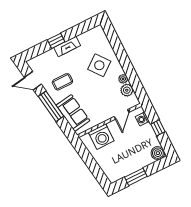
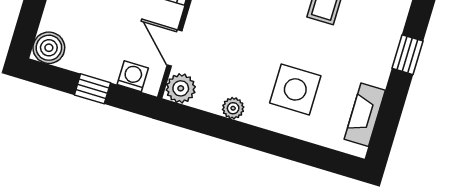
fireplace: (67, 46) -> (365, 115), moved
side table: (99, 65) -> (295, 89), turned 38
plant: (127, 90) -> (181, 88), moved

